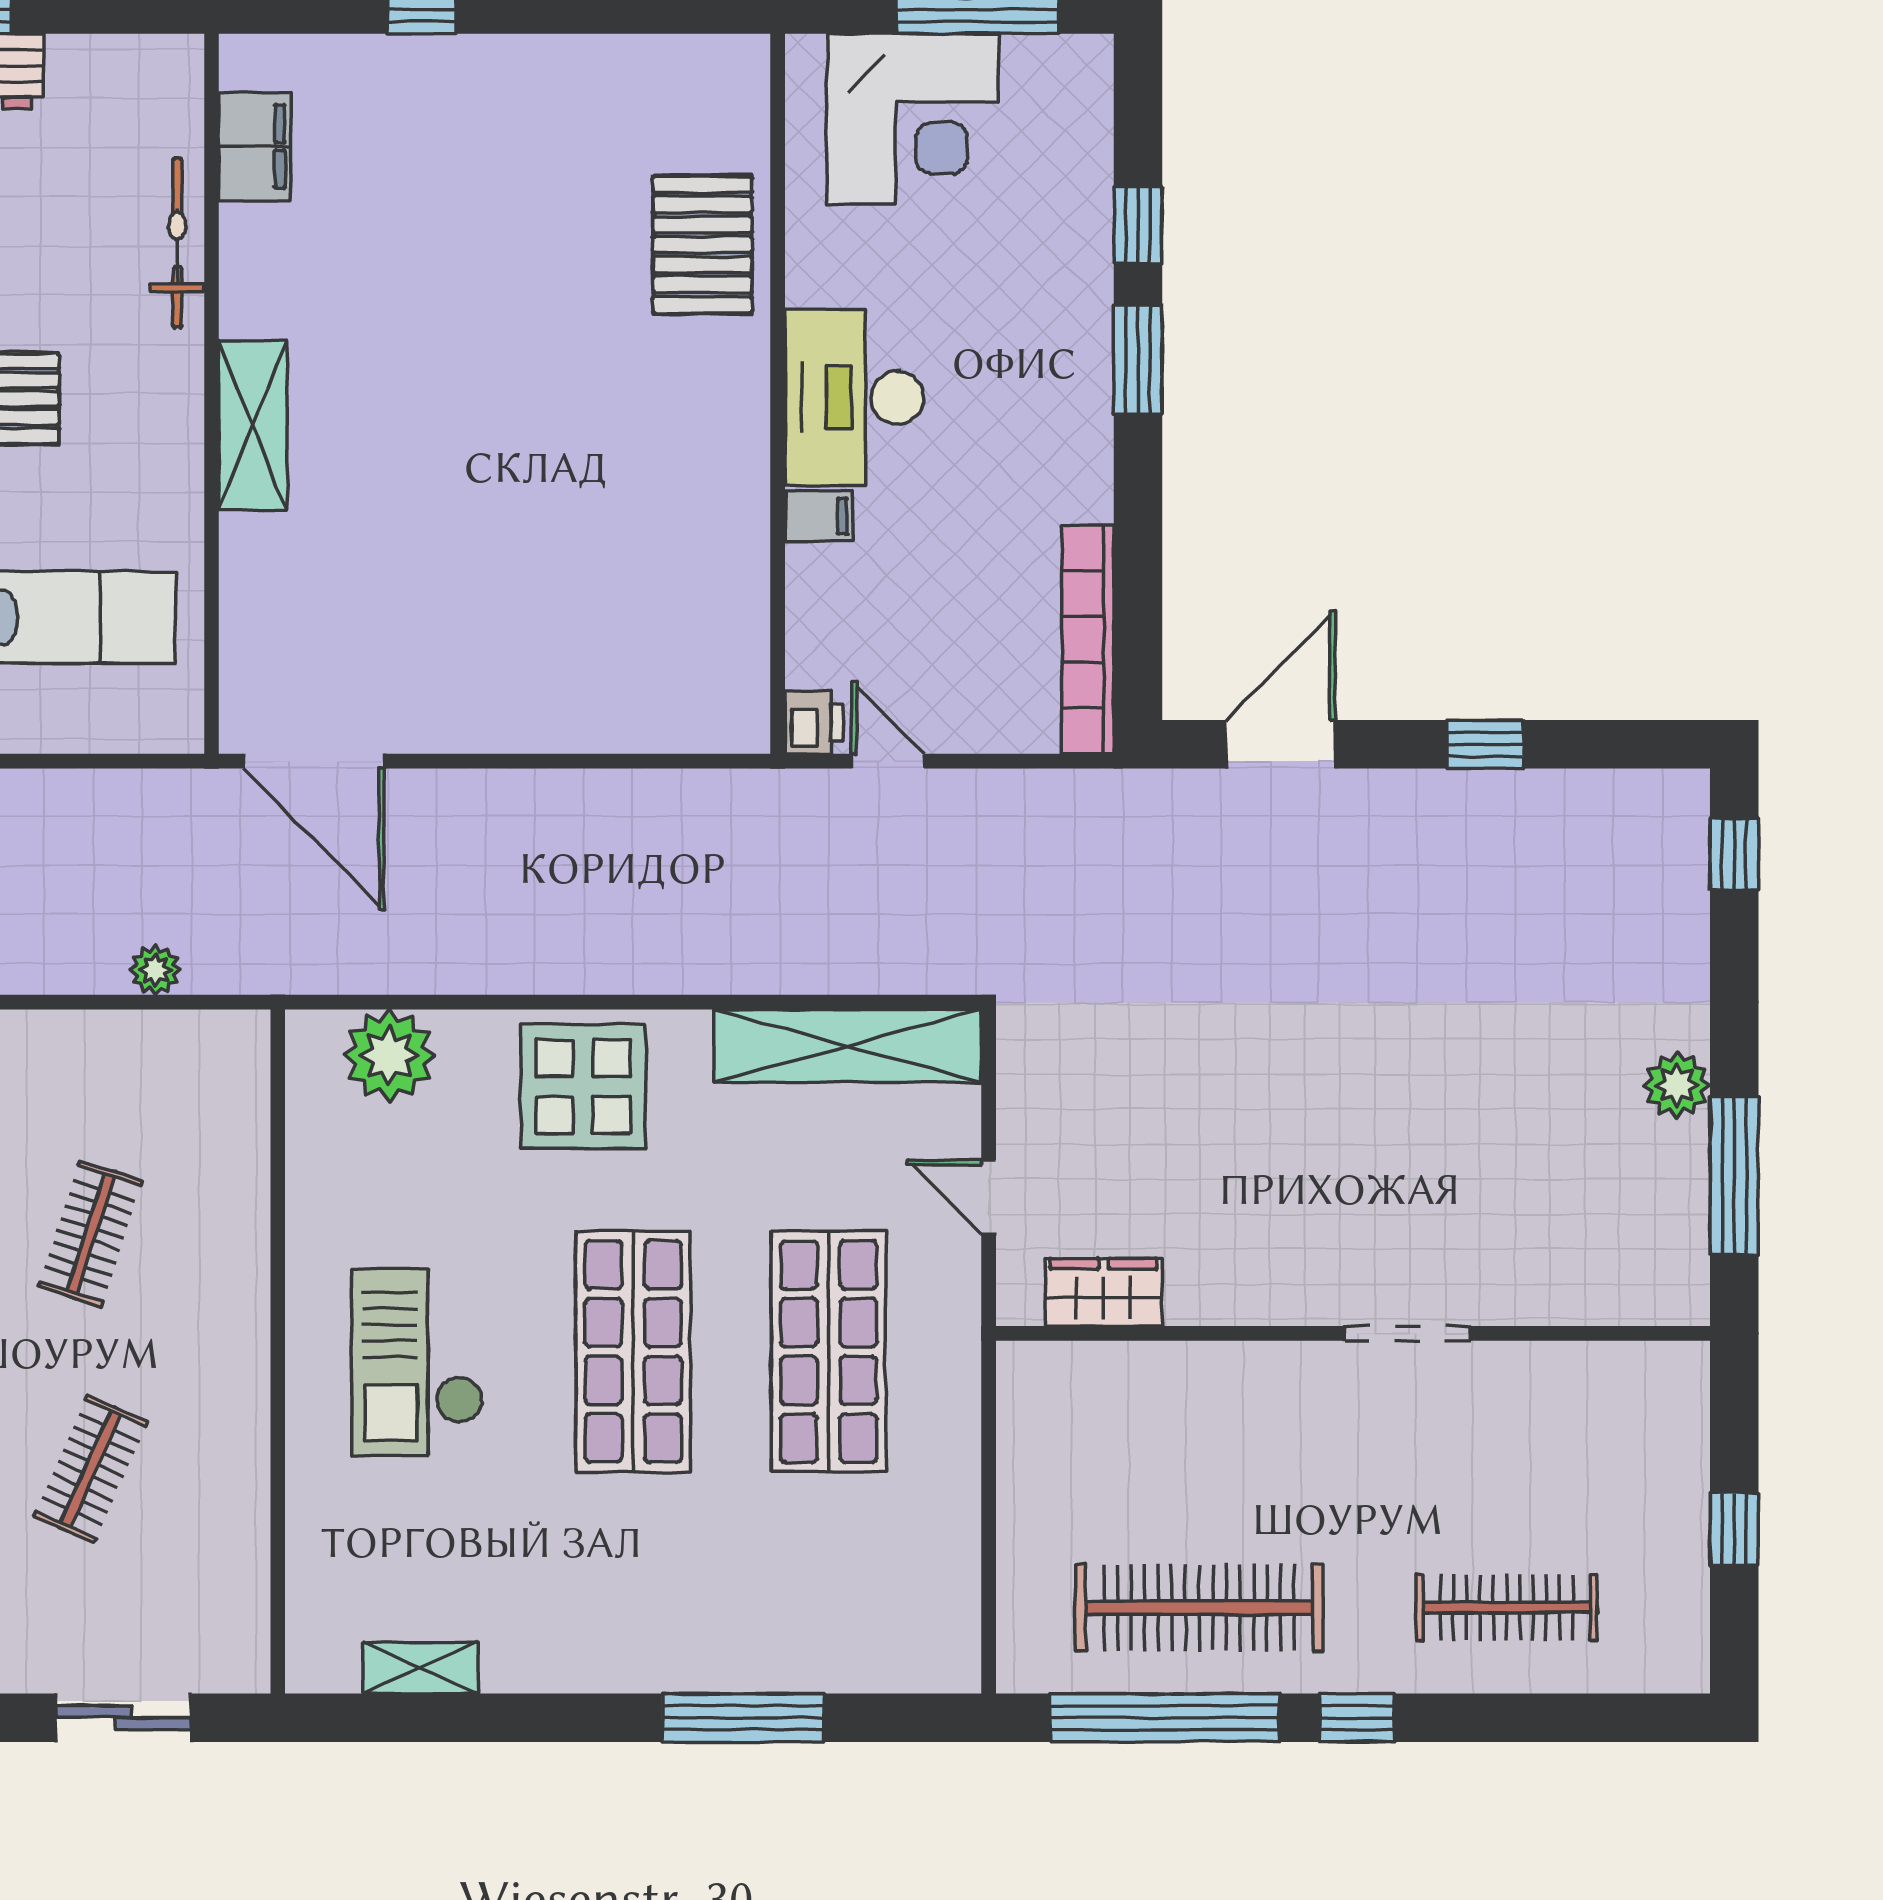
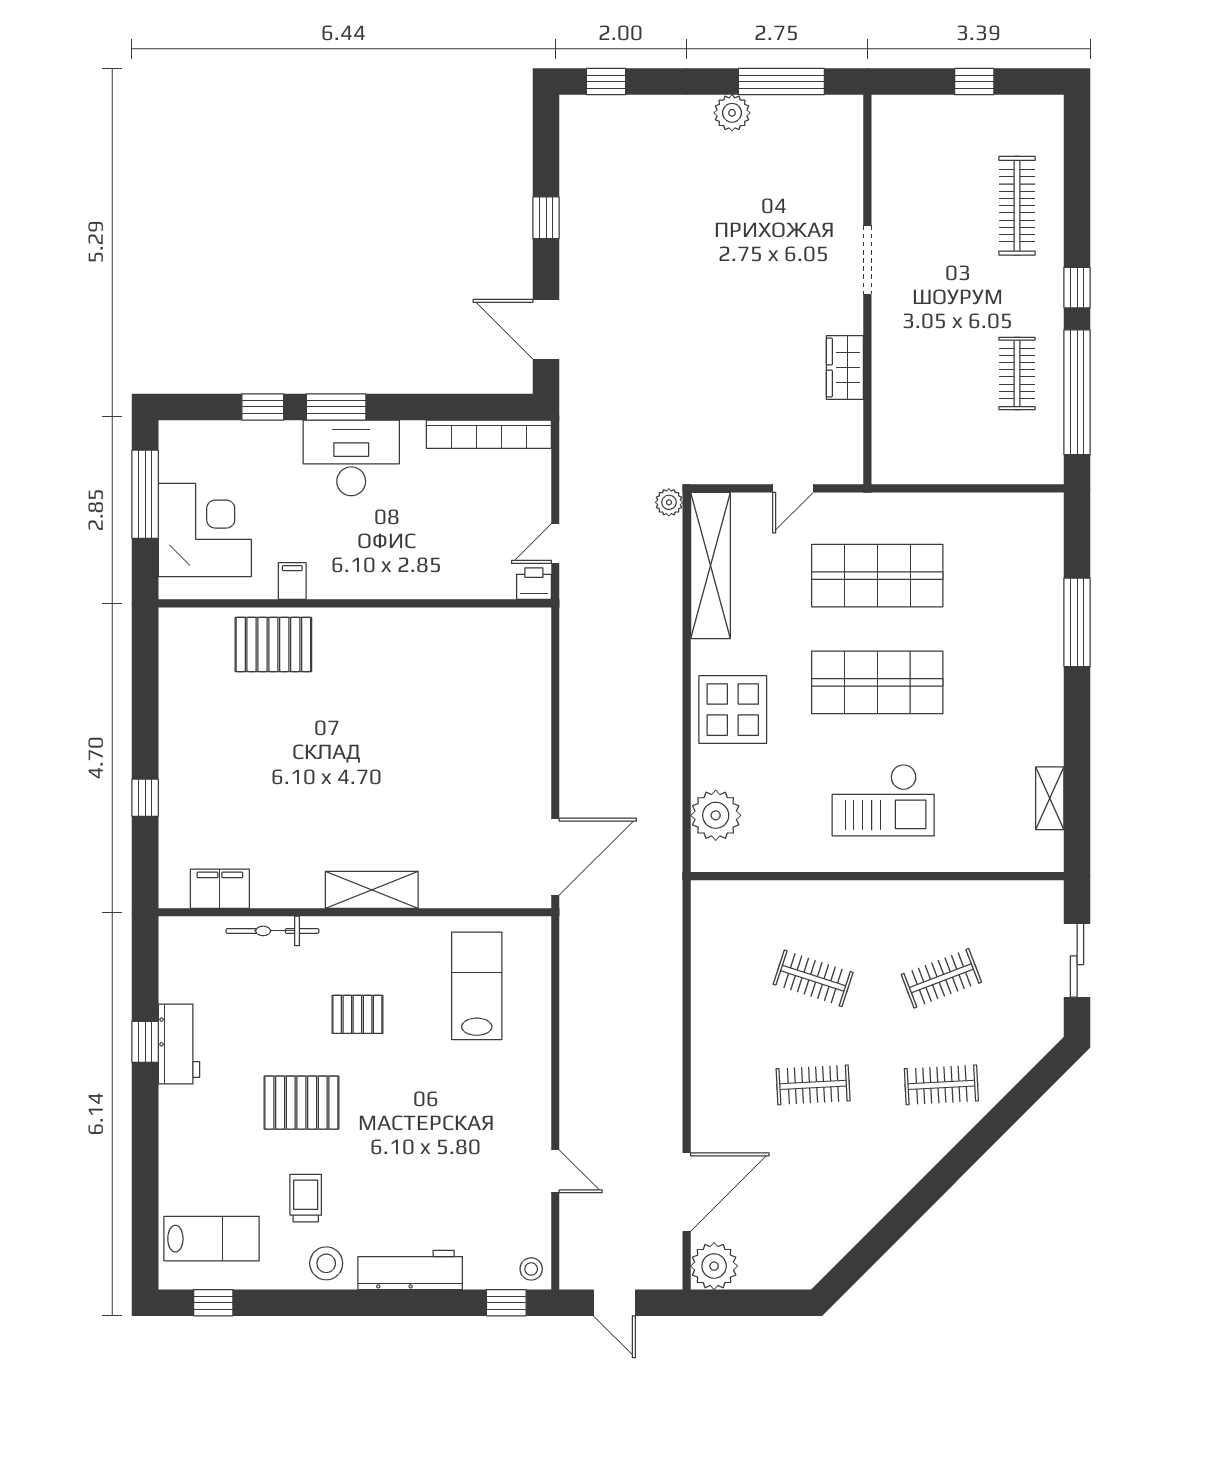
desk: (854, 398) -> (351, 458), moved, turned 180
filing cabinet: (819, 516) -> (292, 581), moved
plant: (155, 970) -> (669, 502), moved
wardrobe: (1103, 1292) -> (845, 368), moved
clothes rail: (90, 1469) -> (941, 978), turned -45
clothes rail: (1199, 1608) -> (1017, 373), width x0.54, depth x0.76

